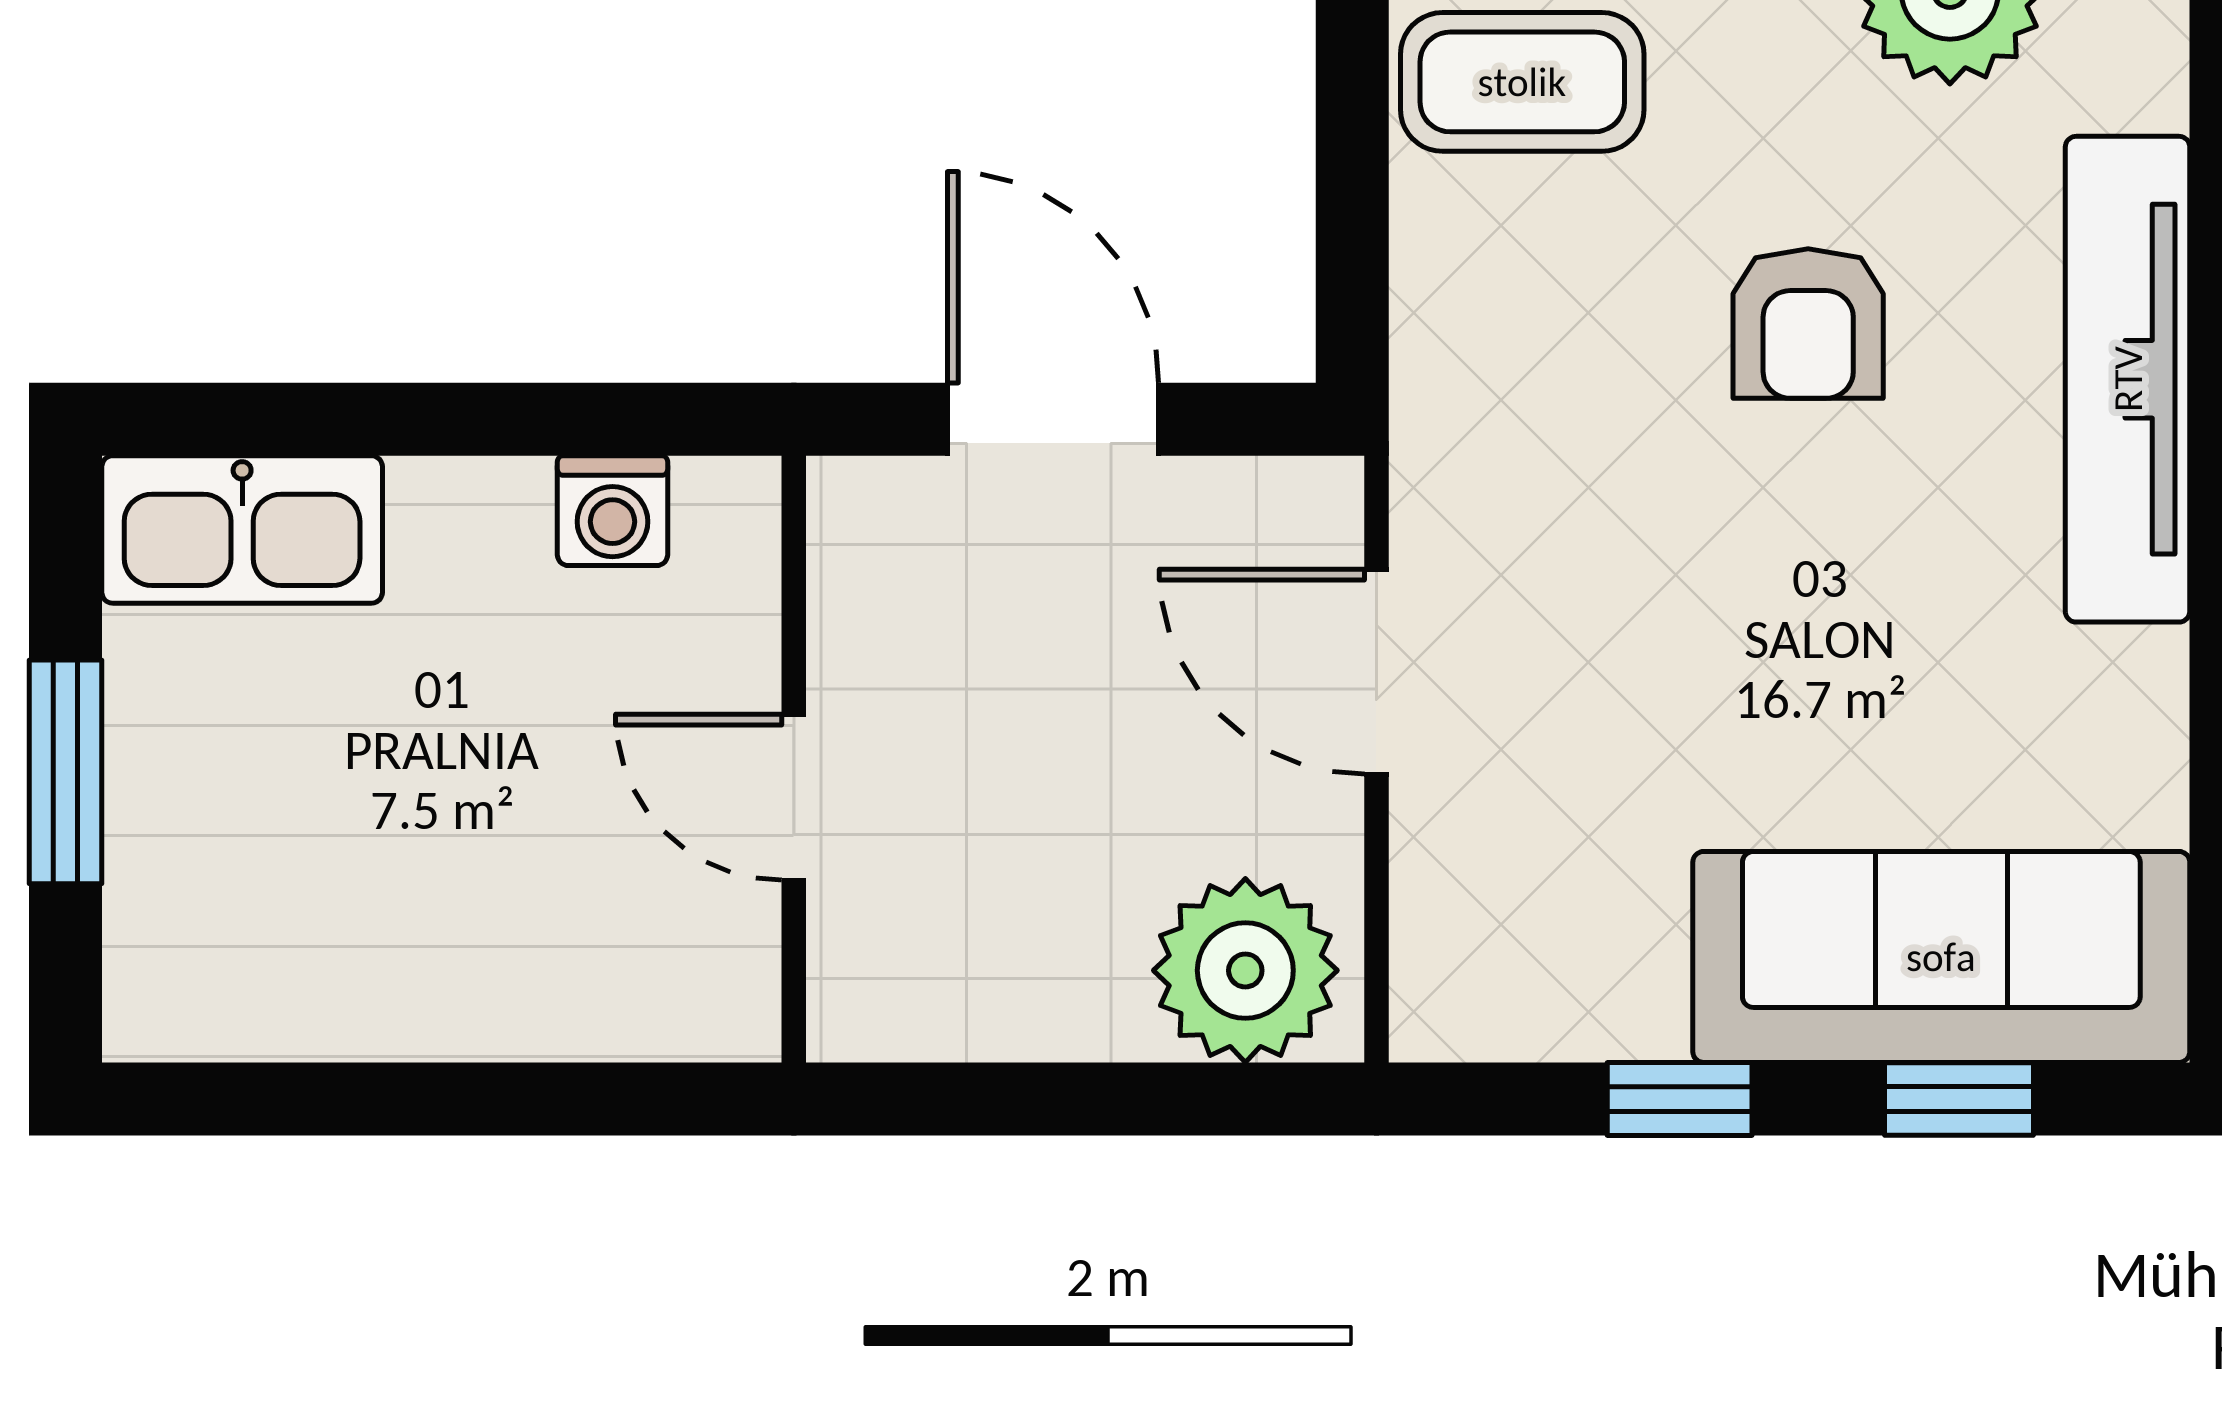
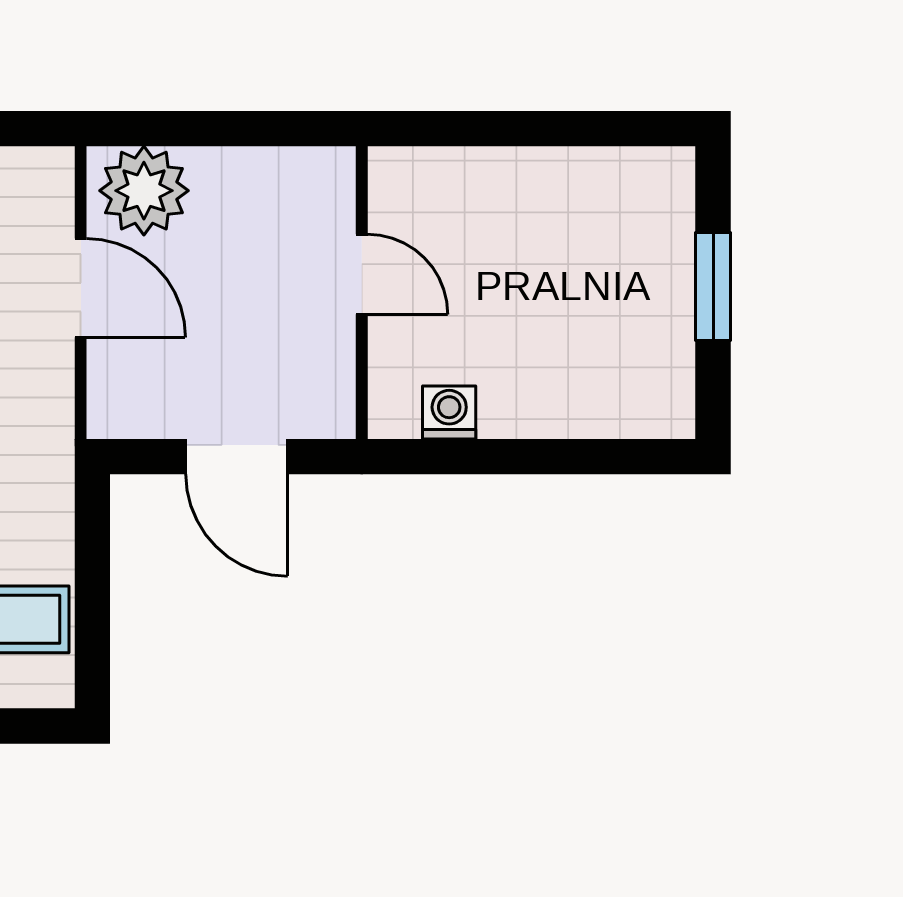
kitchen sink: (242, 529) -> (628, 403), removed
door: (1376, 672) -> (81, 288), moved

